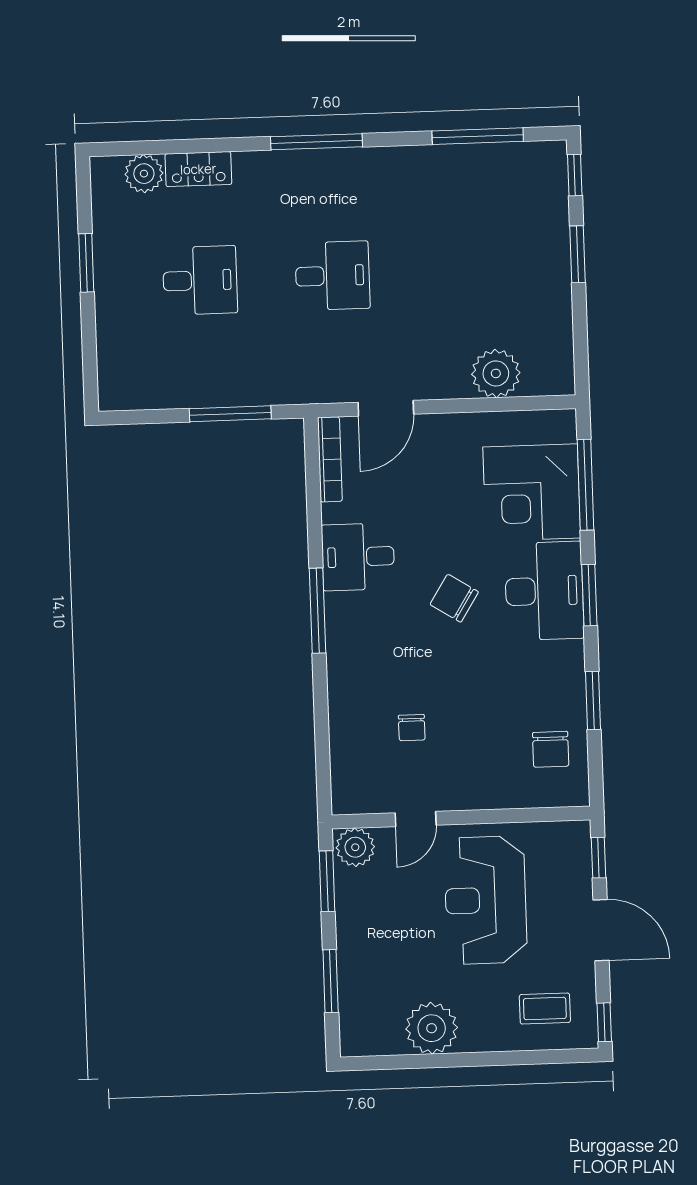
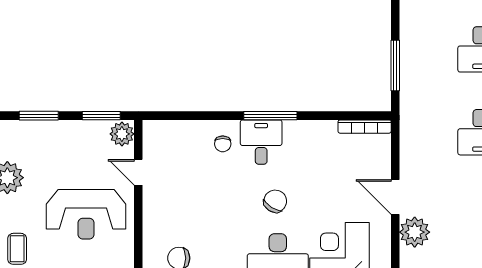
door: (386, 408) -> (395, 197), moved
desk: (358, 557) -> (261, 142), moved
chair: (412, 728) -> (223, 144), moved, turned -90
reception desk: (486, 900) -> (86, 214), turned 180

